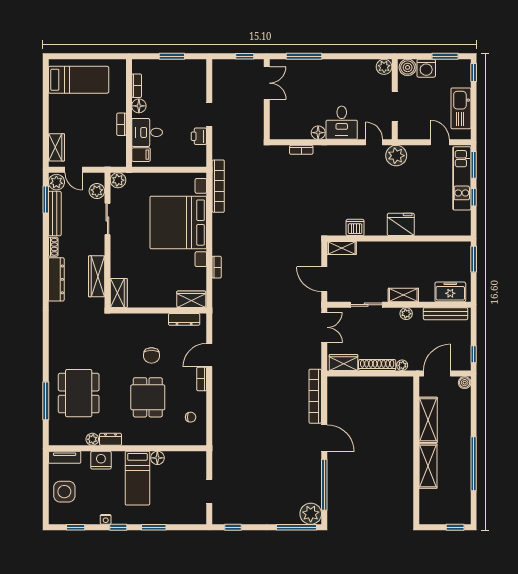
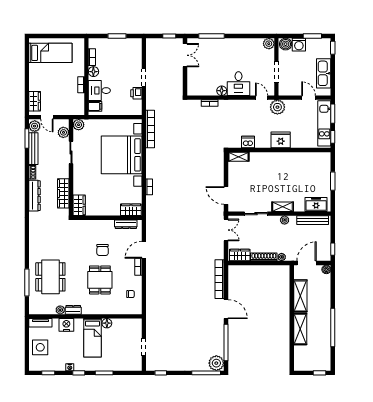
fridge: (401, 224) -> (281, 140), moved
dishwasher: (355, 227) -> (248, 142), moved
wall: (399, 239) -> (279, 150), moved
shelving: (342, 248) -> (238, 157), moved

